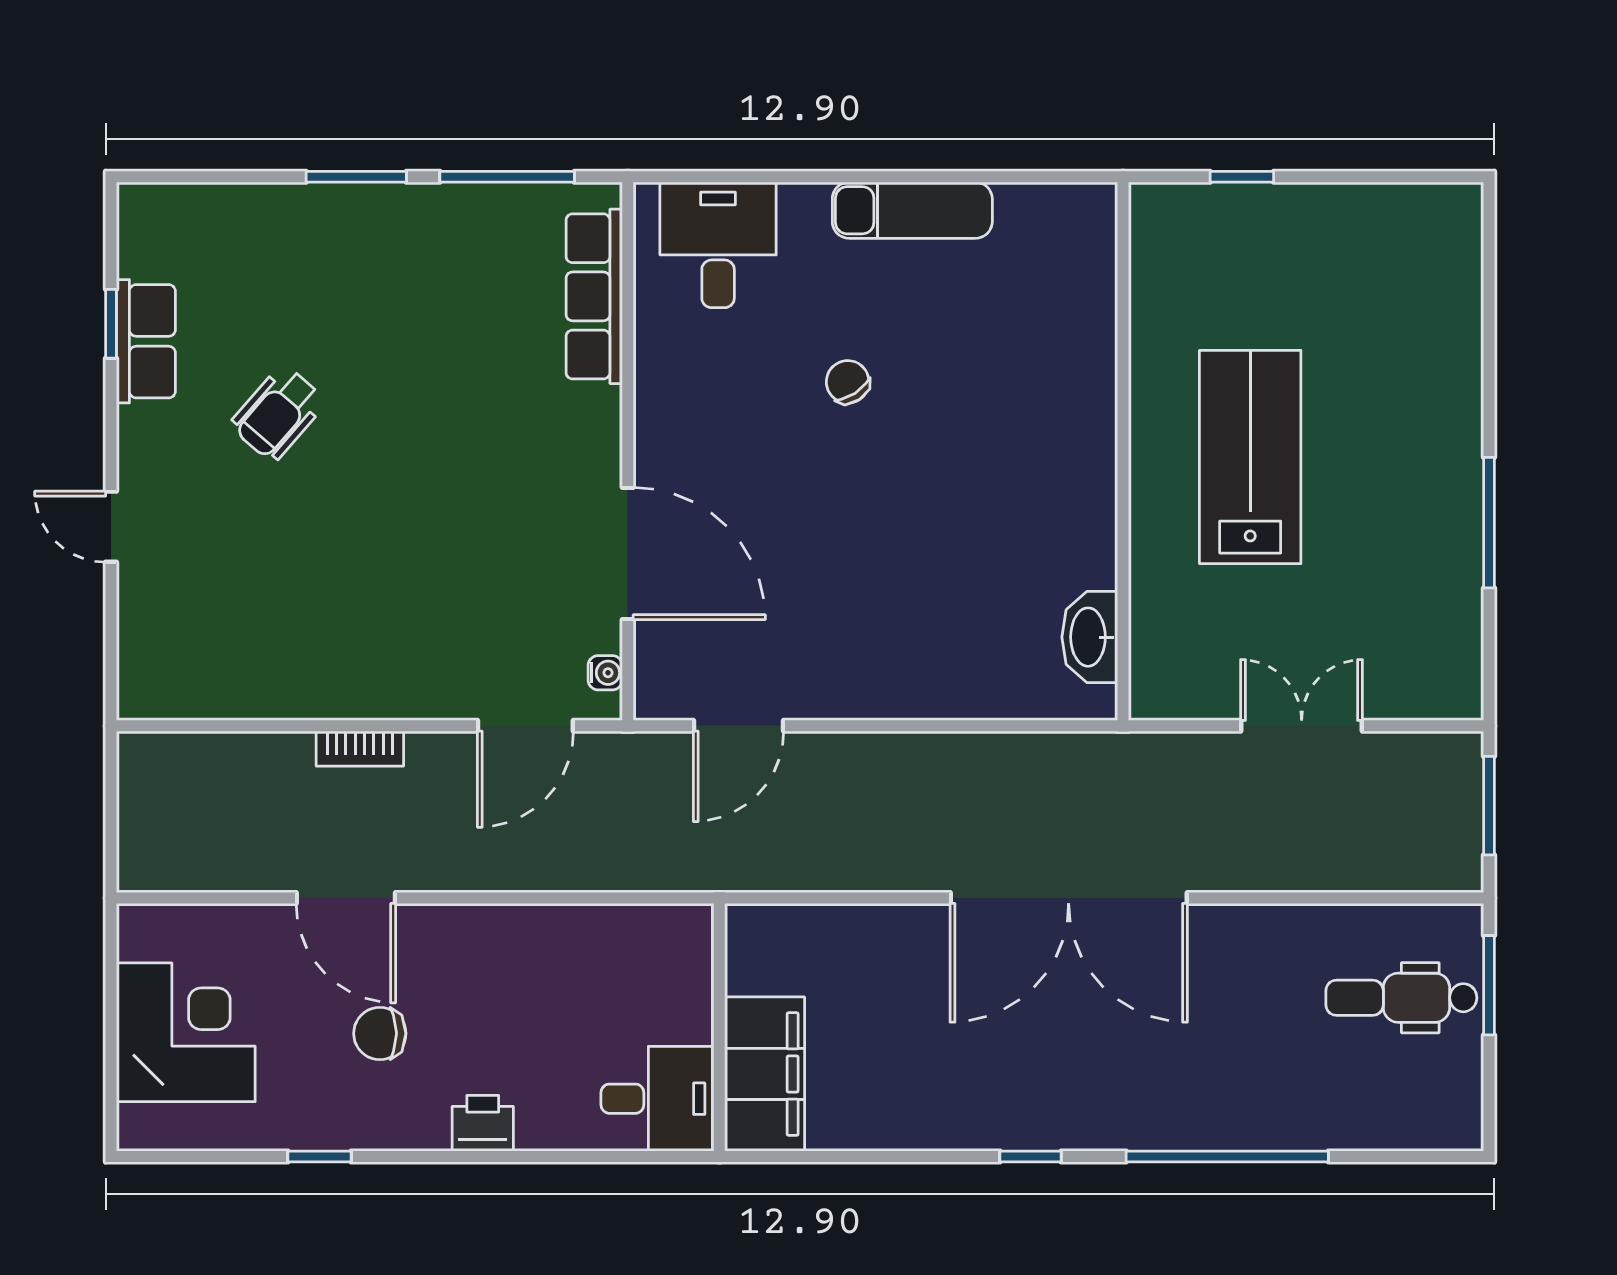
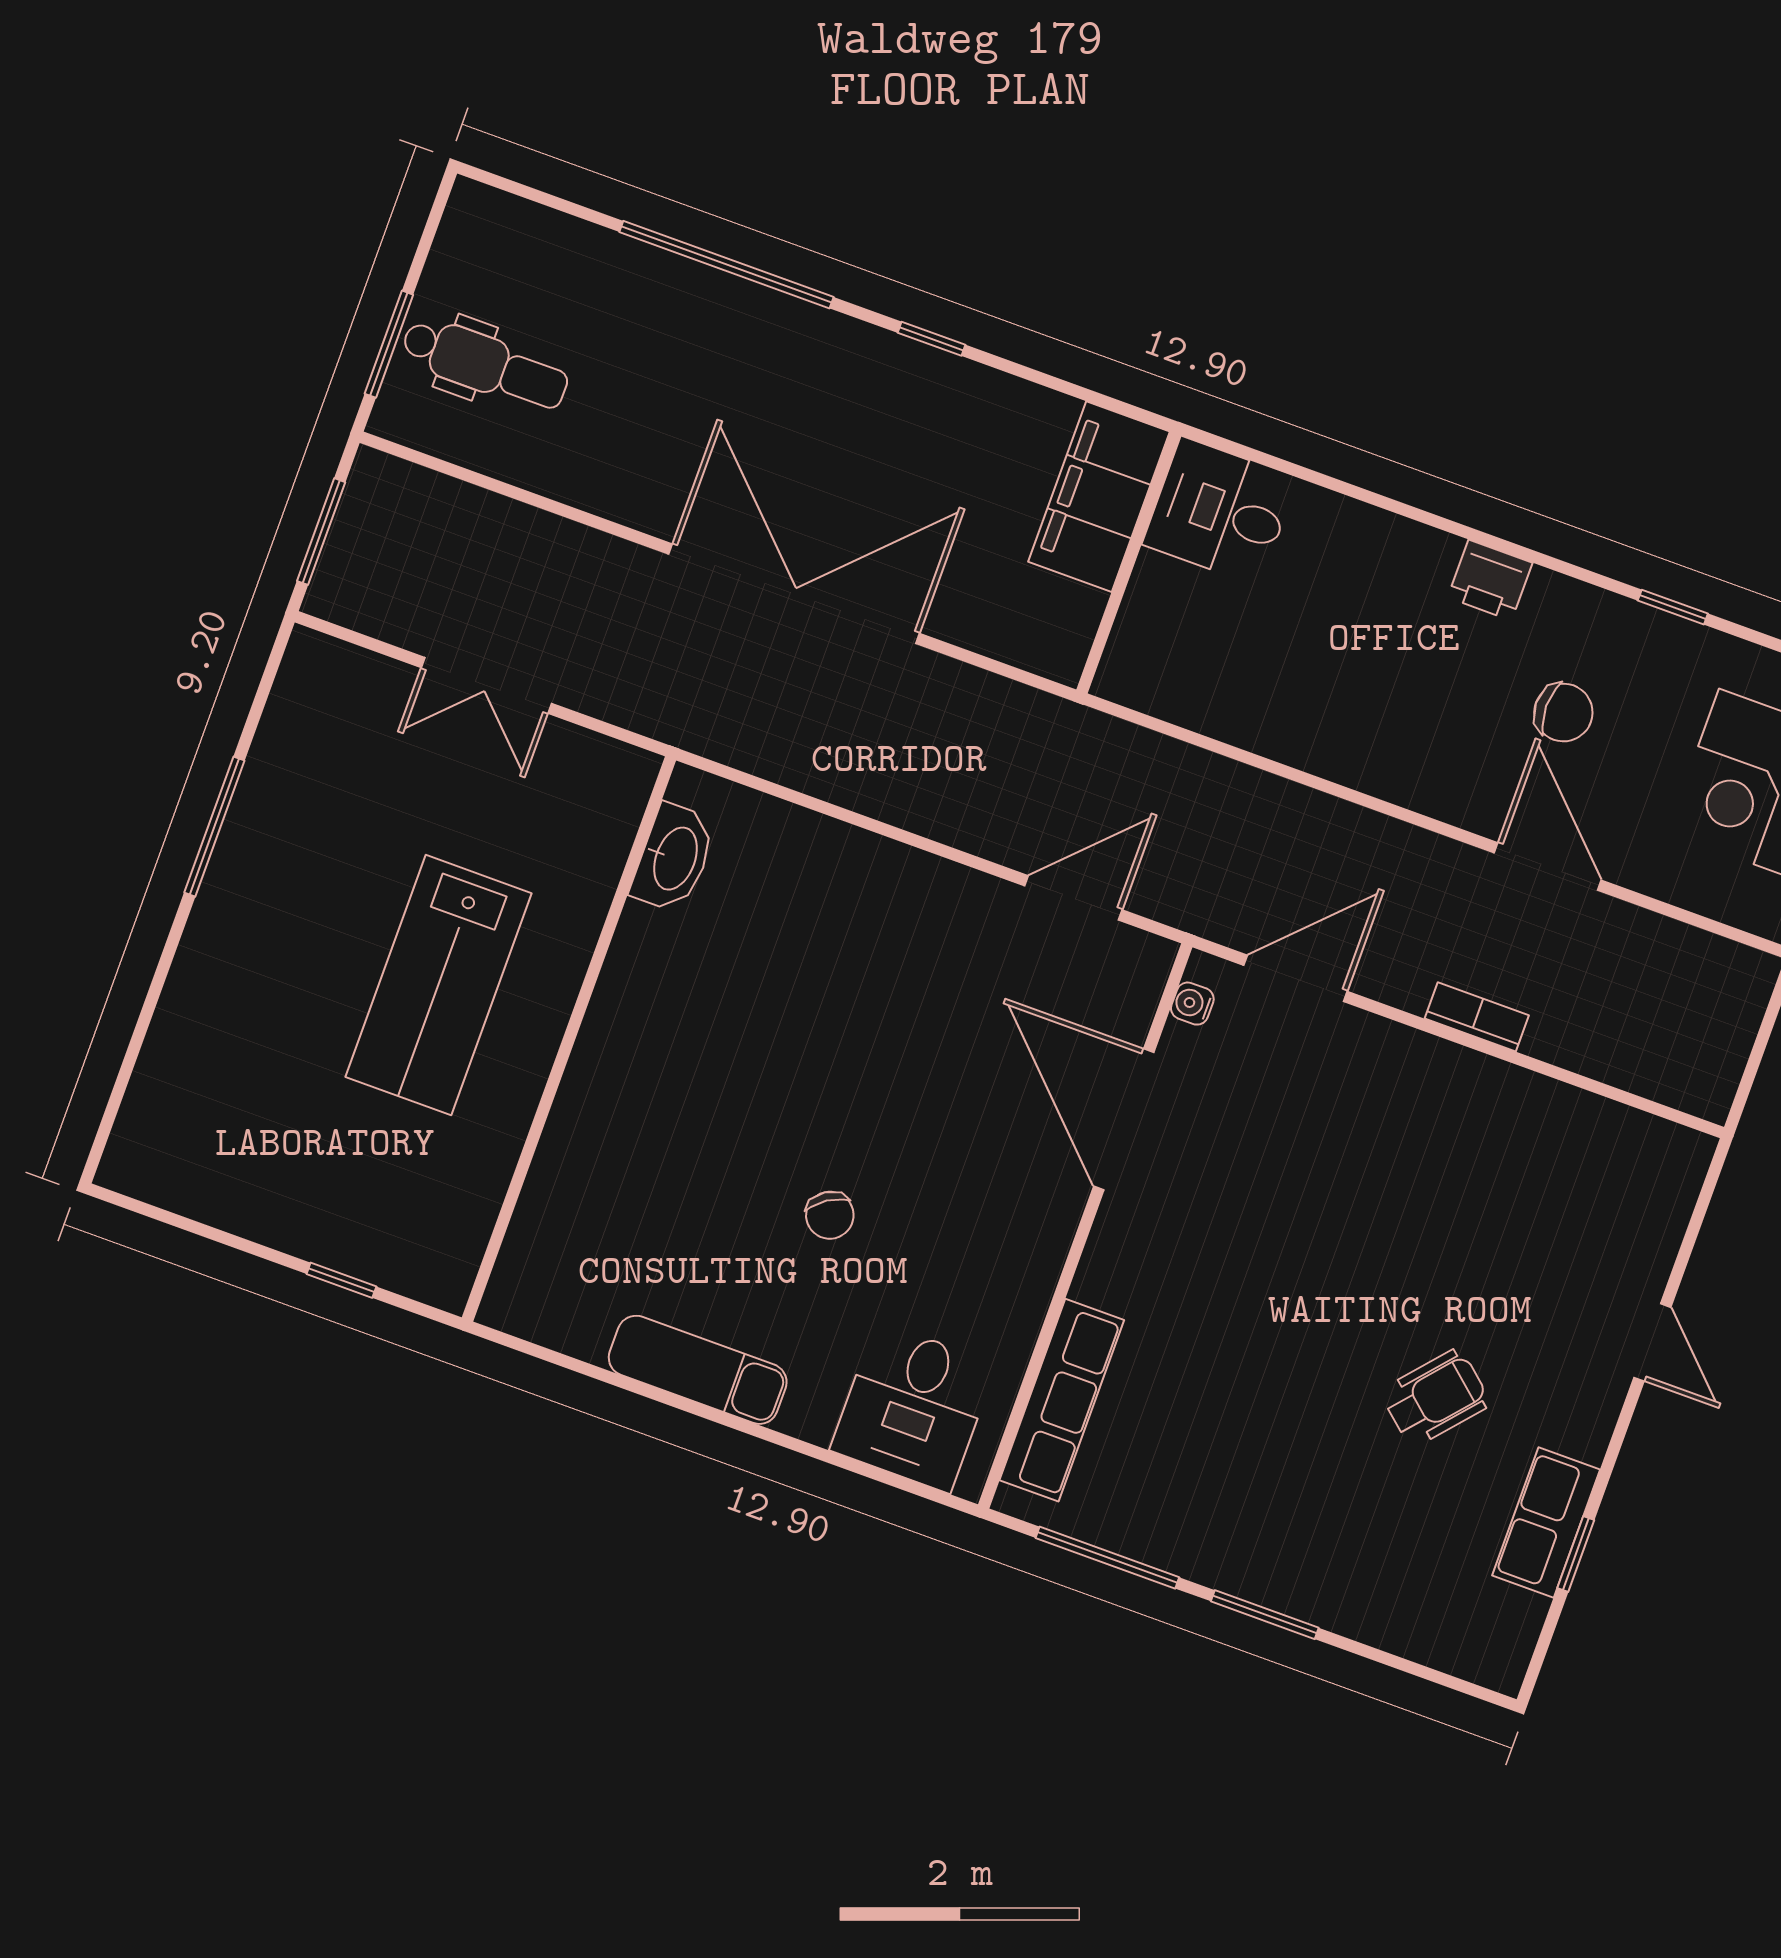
wall: (719, 1027) -> (1129, 562), moved
filing cabinet: (765, 1074) -> (1099, 497), moved
desk: (657, 1099) -> (1220, 511), moved

